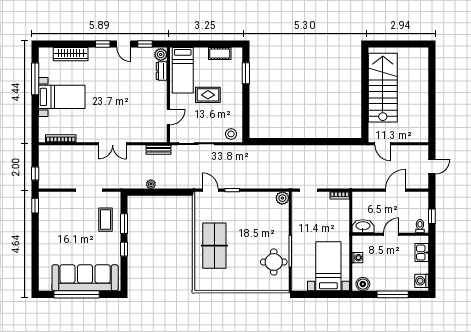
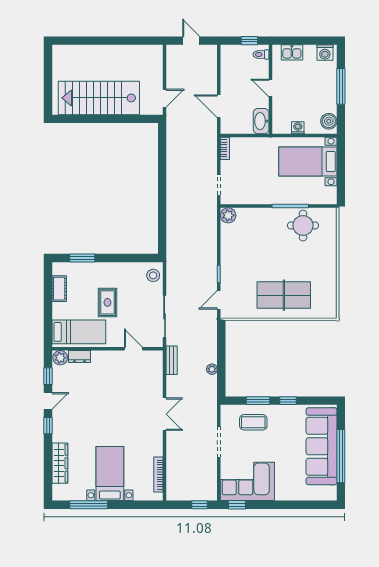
door: (395, 190) -> (219, 106), moved
corner sofa: (55, 215) -> (247, 481), added

